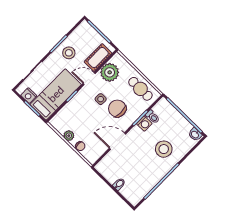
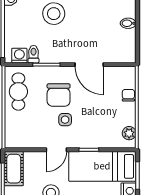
cot: (98, 58) -> (14, 169), moved, turned 90
plant: (110, 72) -> (31, 136), removed
door: (89, 79) -> (56, 150), hinge flipped
washing machine: (144, 124) -> (19, 56), moved
plant: (69, 136) -> (129, 133), moved

